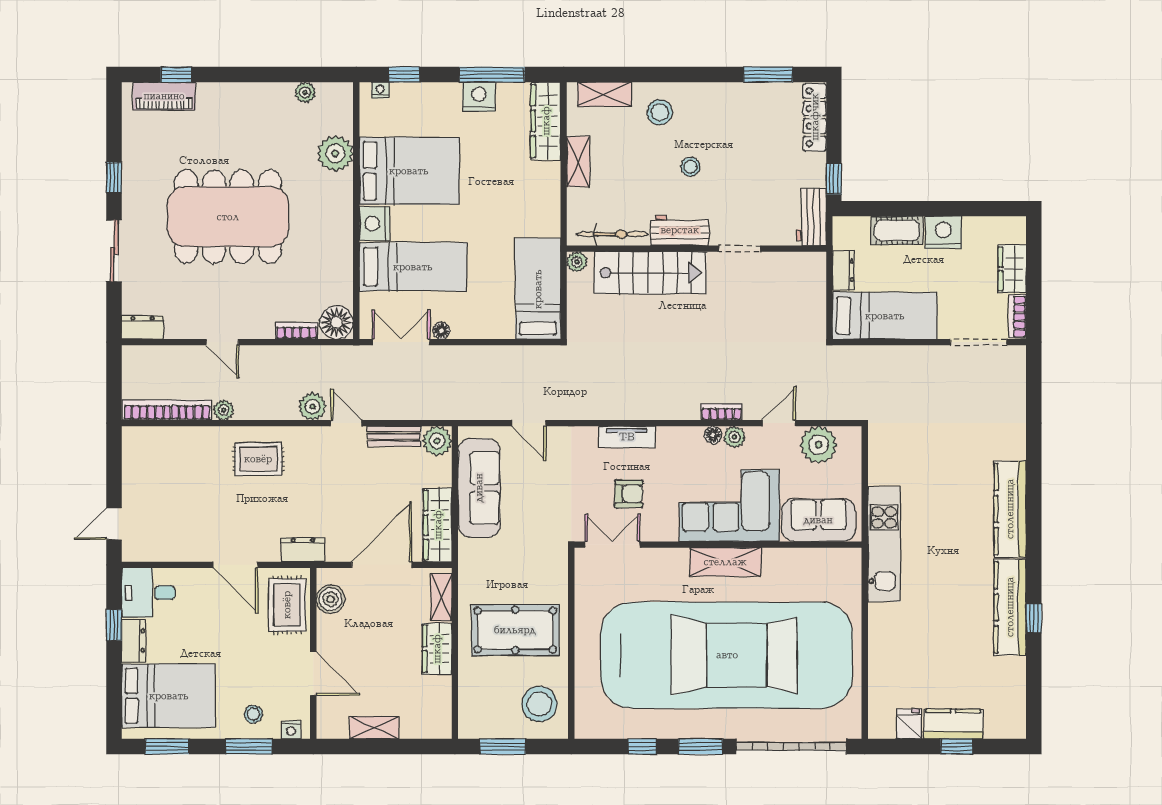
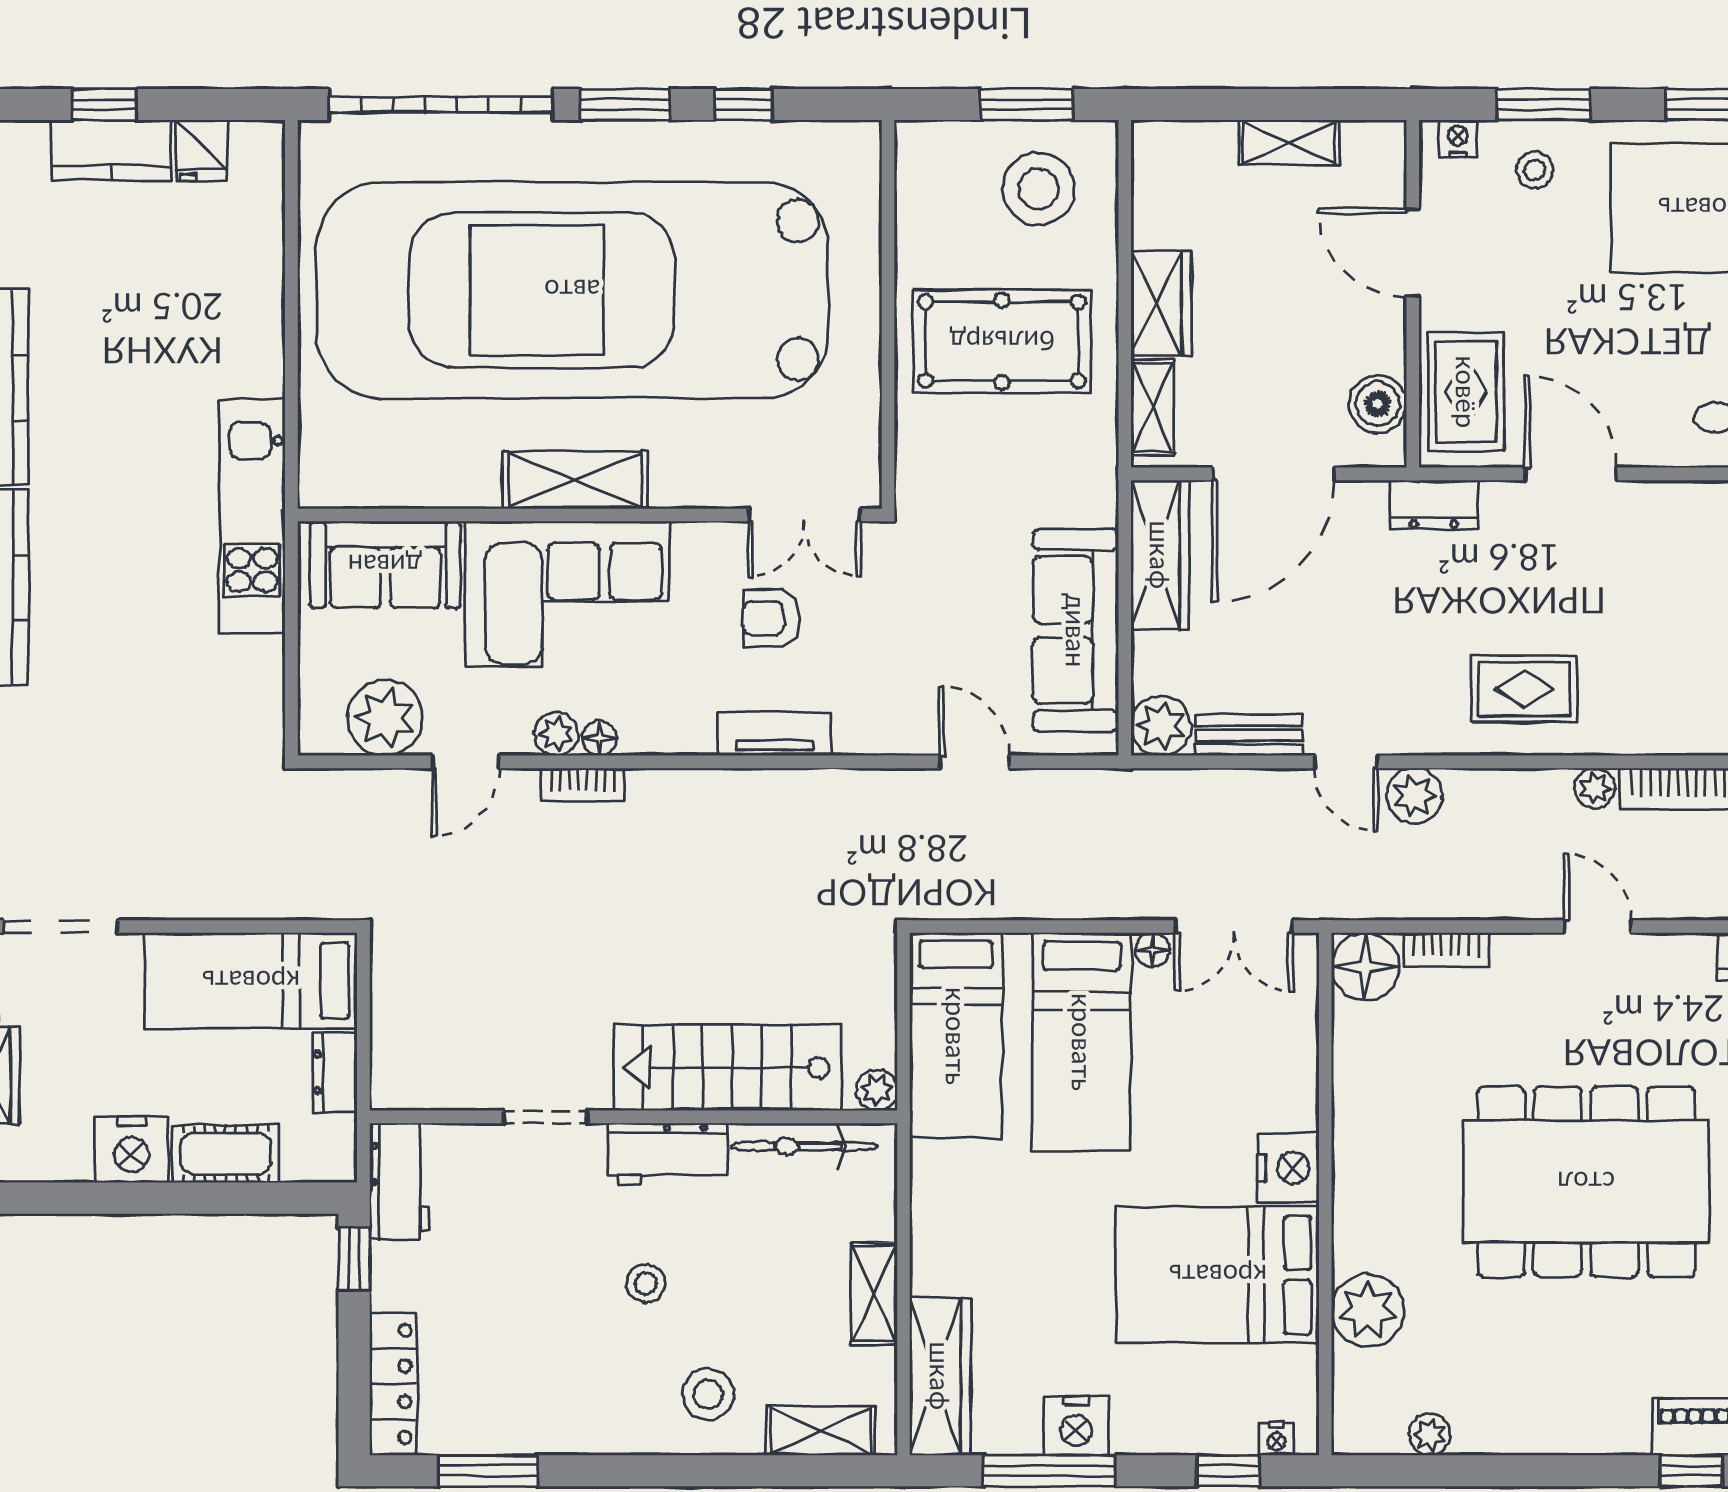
bed: (413, 267) -> (1082, 1042), moved, turned -90
stool: (539, 704) -> (1038, 189), moved

